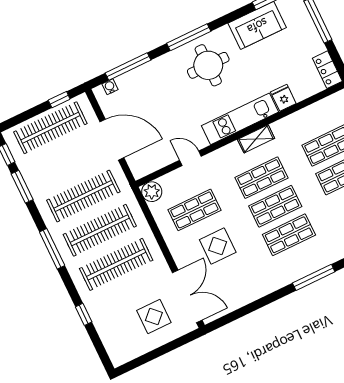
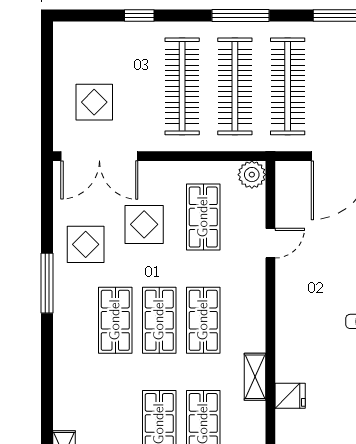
kitchen unit: (240, 119) -> (290, 329), removed
shelving: (256, 139) -> (255, 377), moved
window: (314, 277) -> (47, 283), moved
display table: (249, 278) -> (86, 244), added

